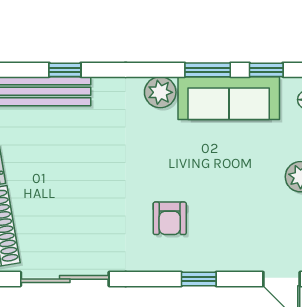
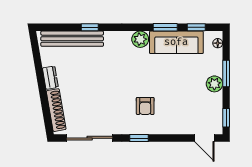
window: (199, 279) -> (139, 138), moved

